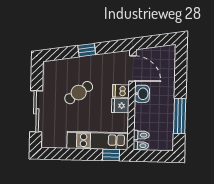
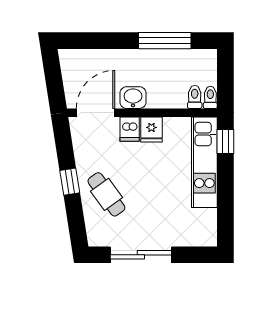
cafe table: (79, 93) -> (106, 194), moved
sliding door: (36, 111) -> (141, 255), moved

